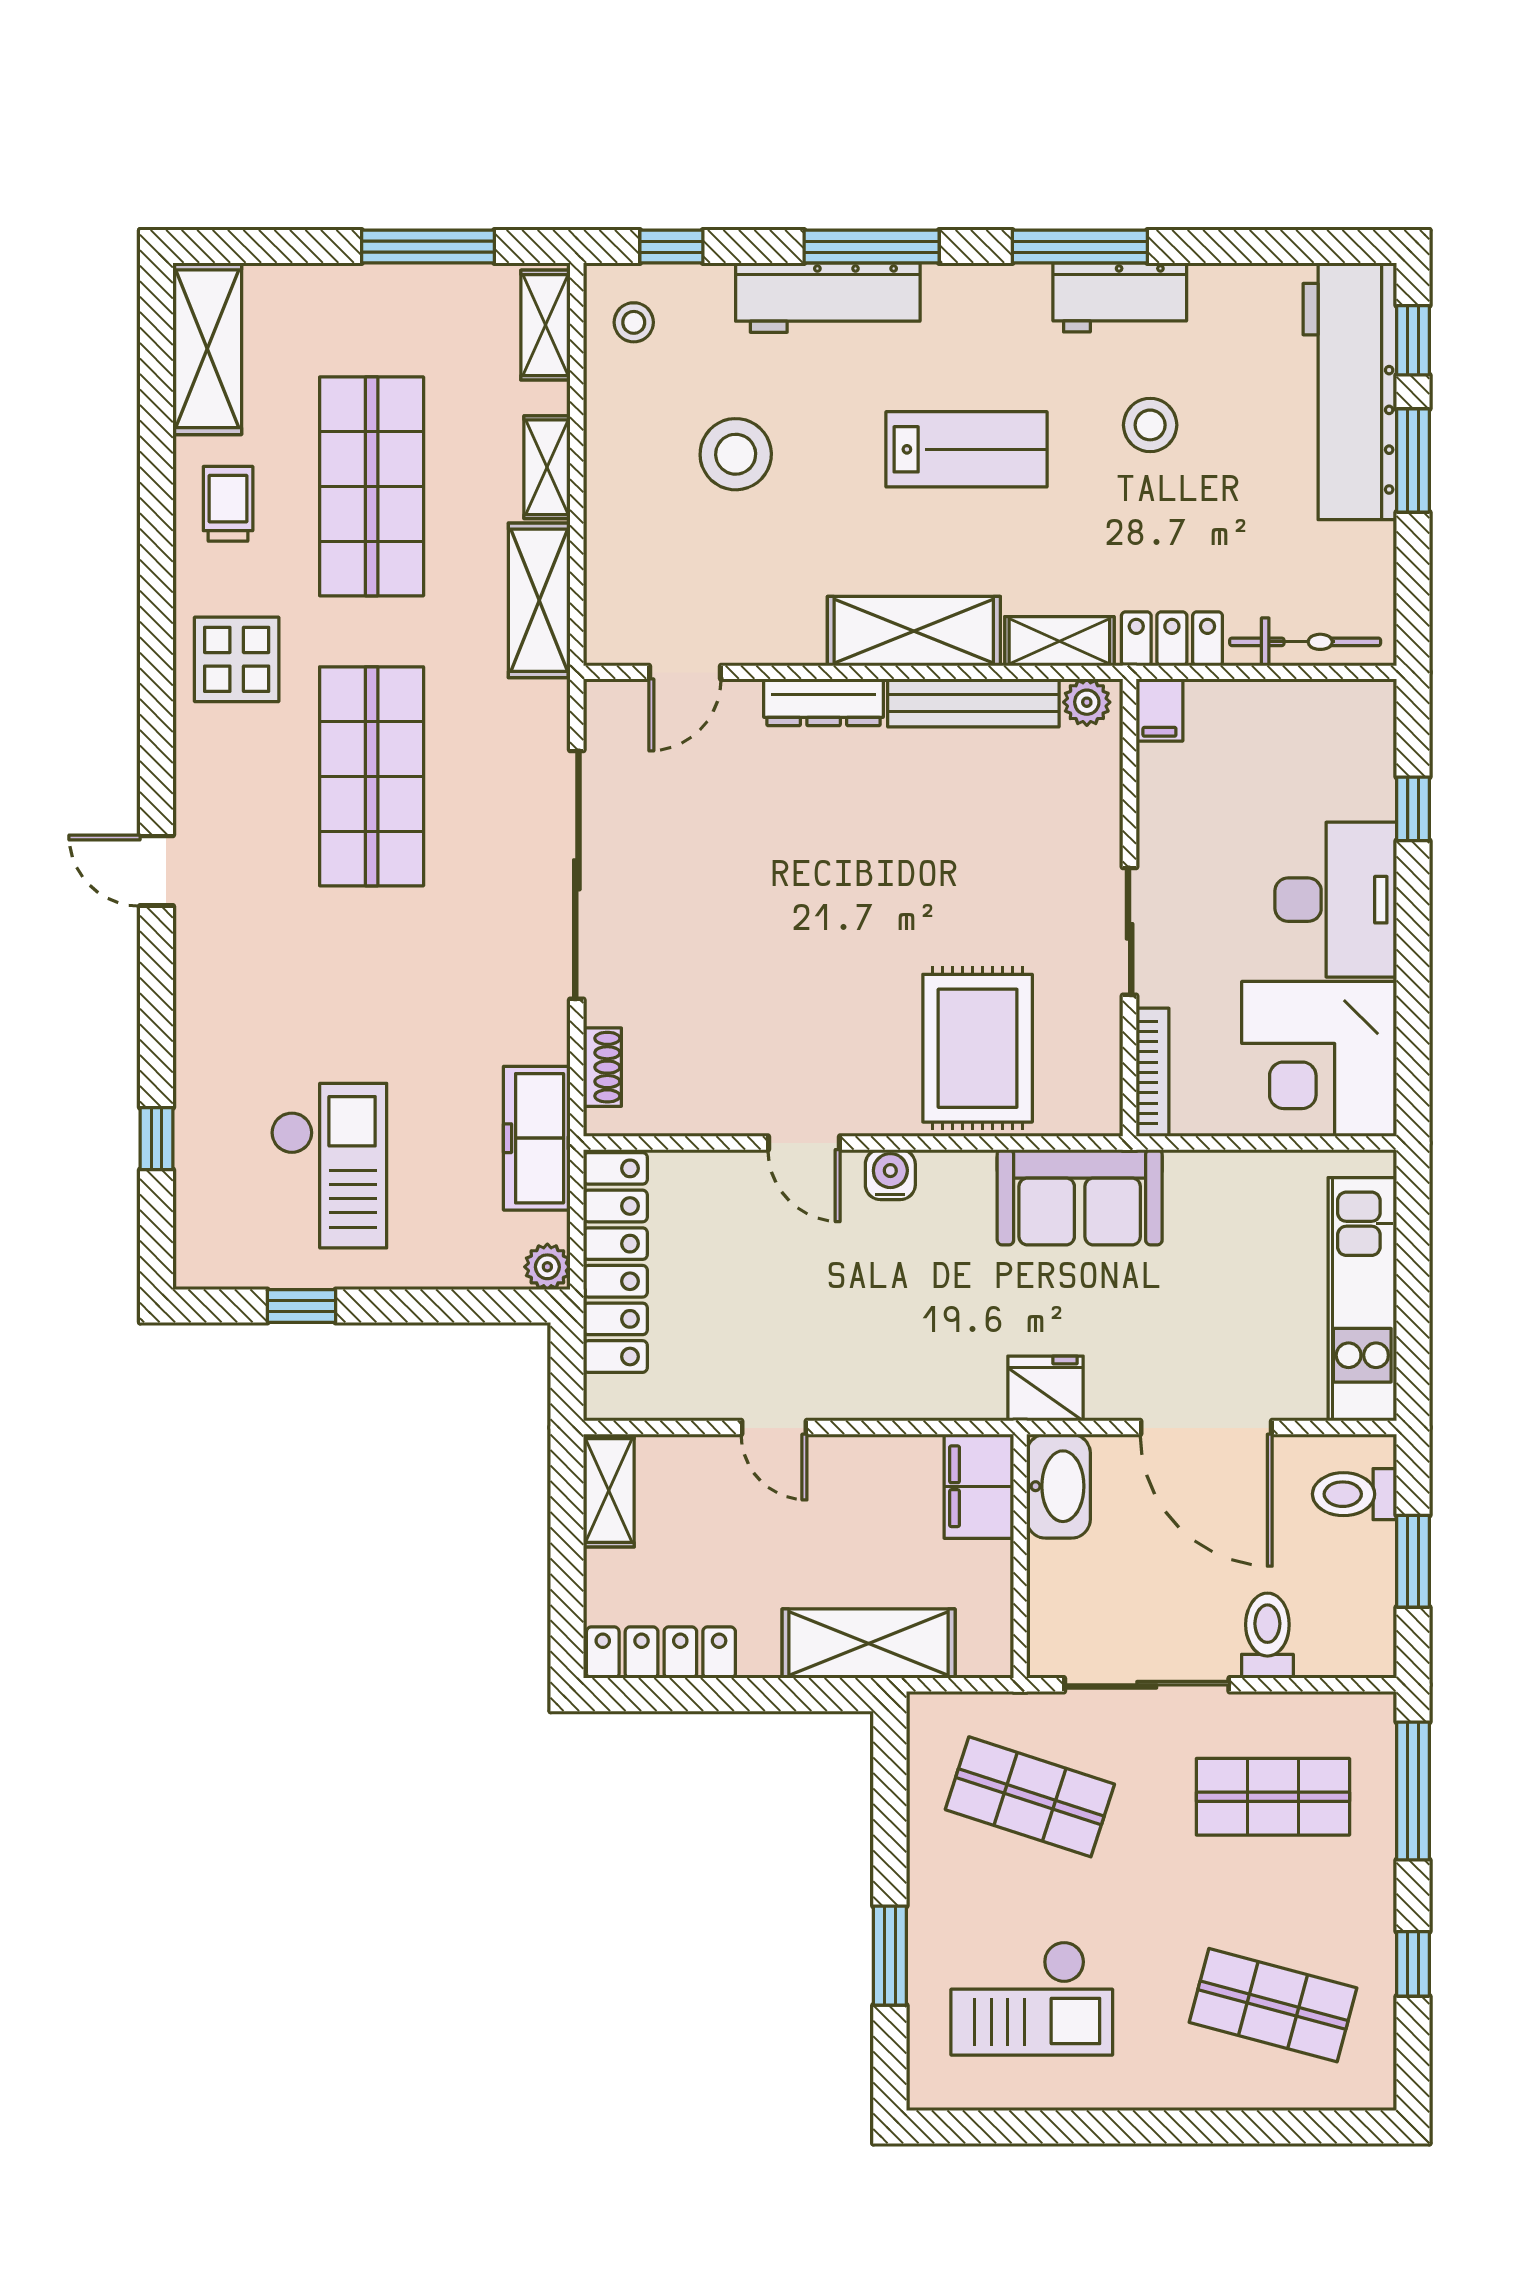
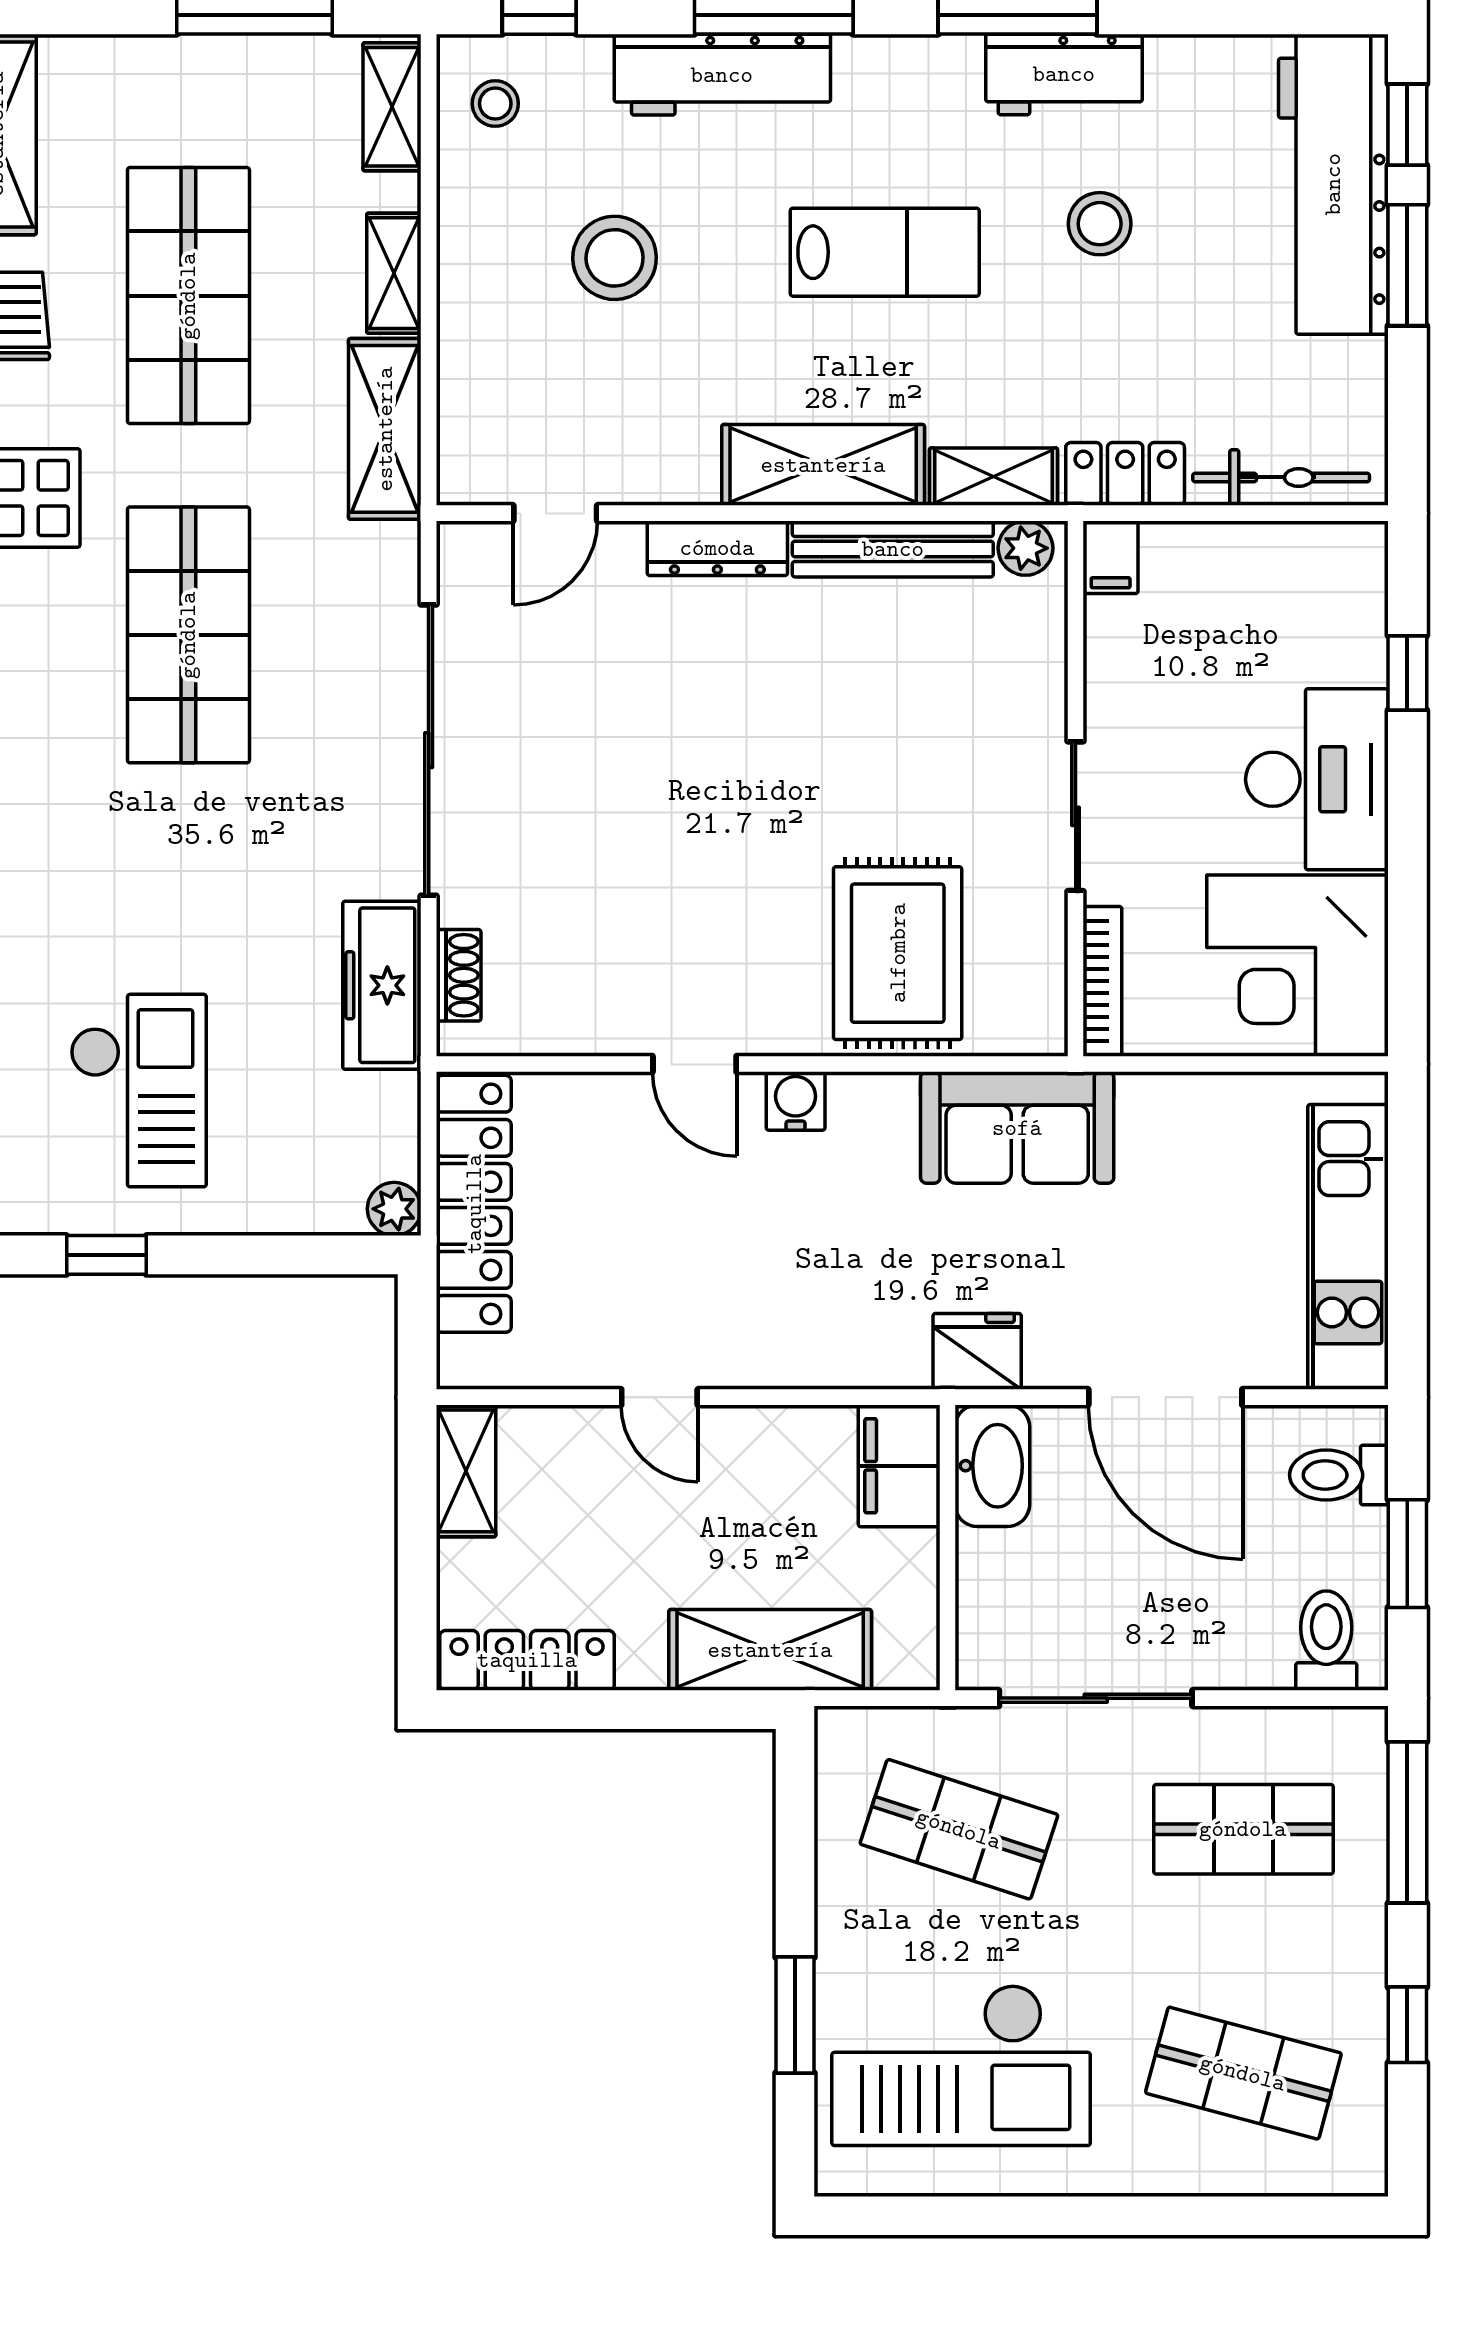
freezer: (537, 1138) -> (382, 985), moved
toilet: (1267, 1636) -> (1326, 1641), moved
checkout: (1032, 1998) -> (961, 2065), width x1.36, depth x1.21

